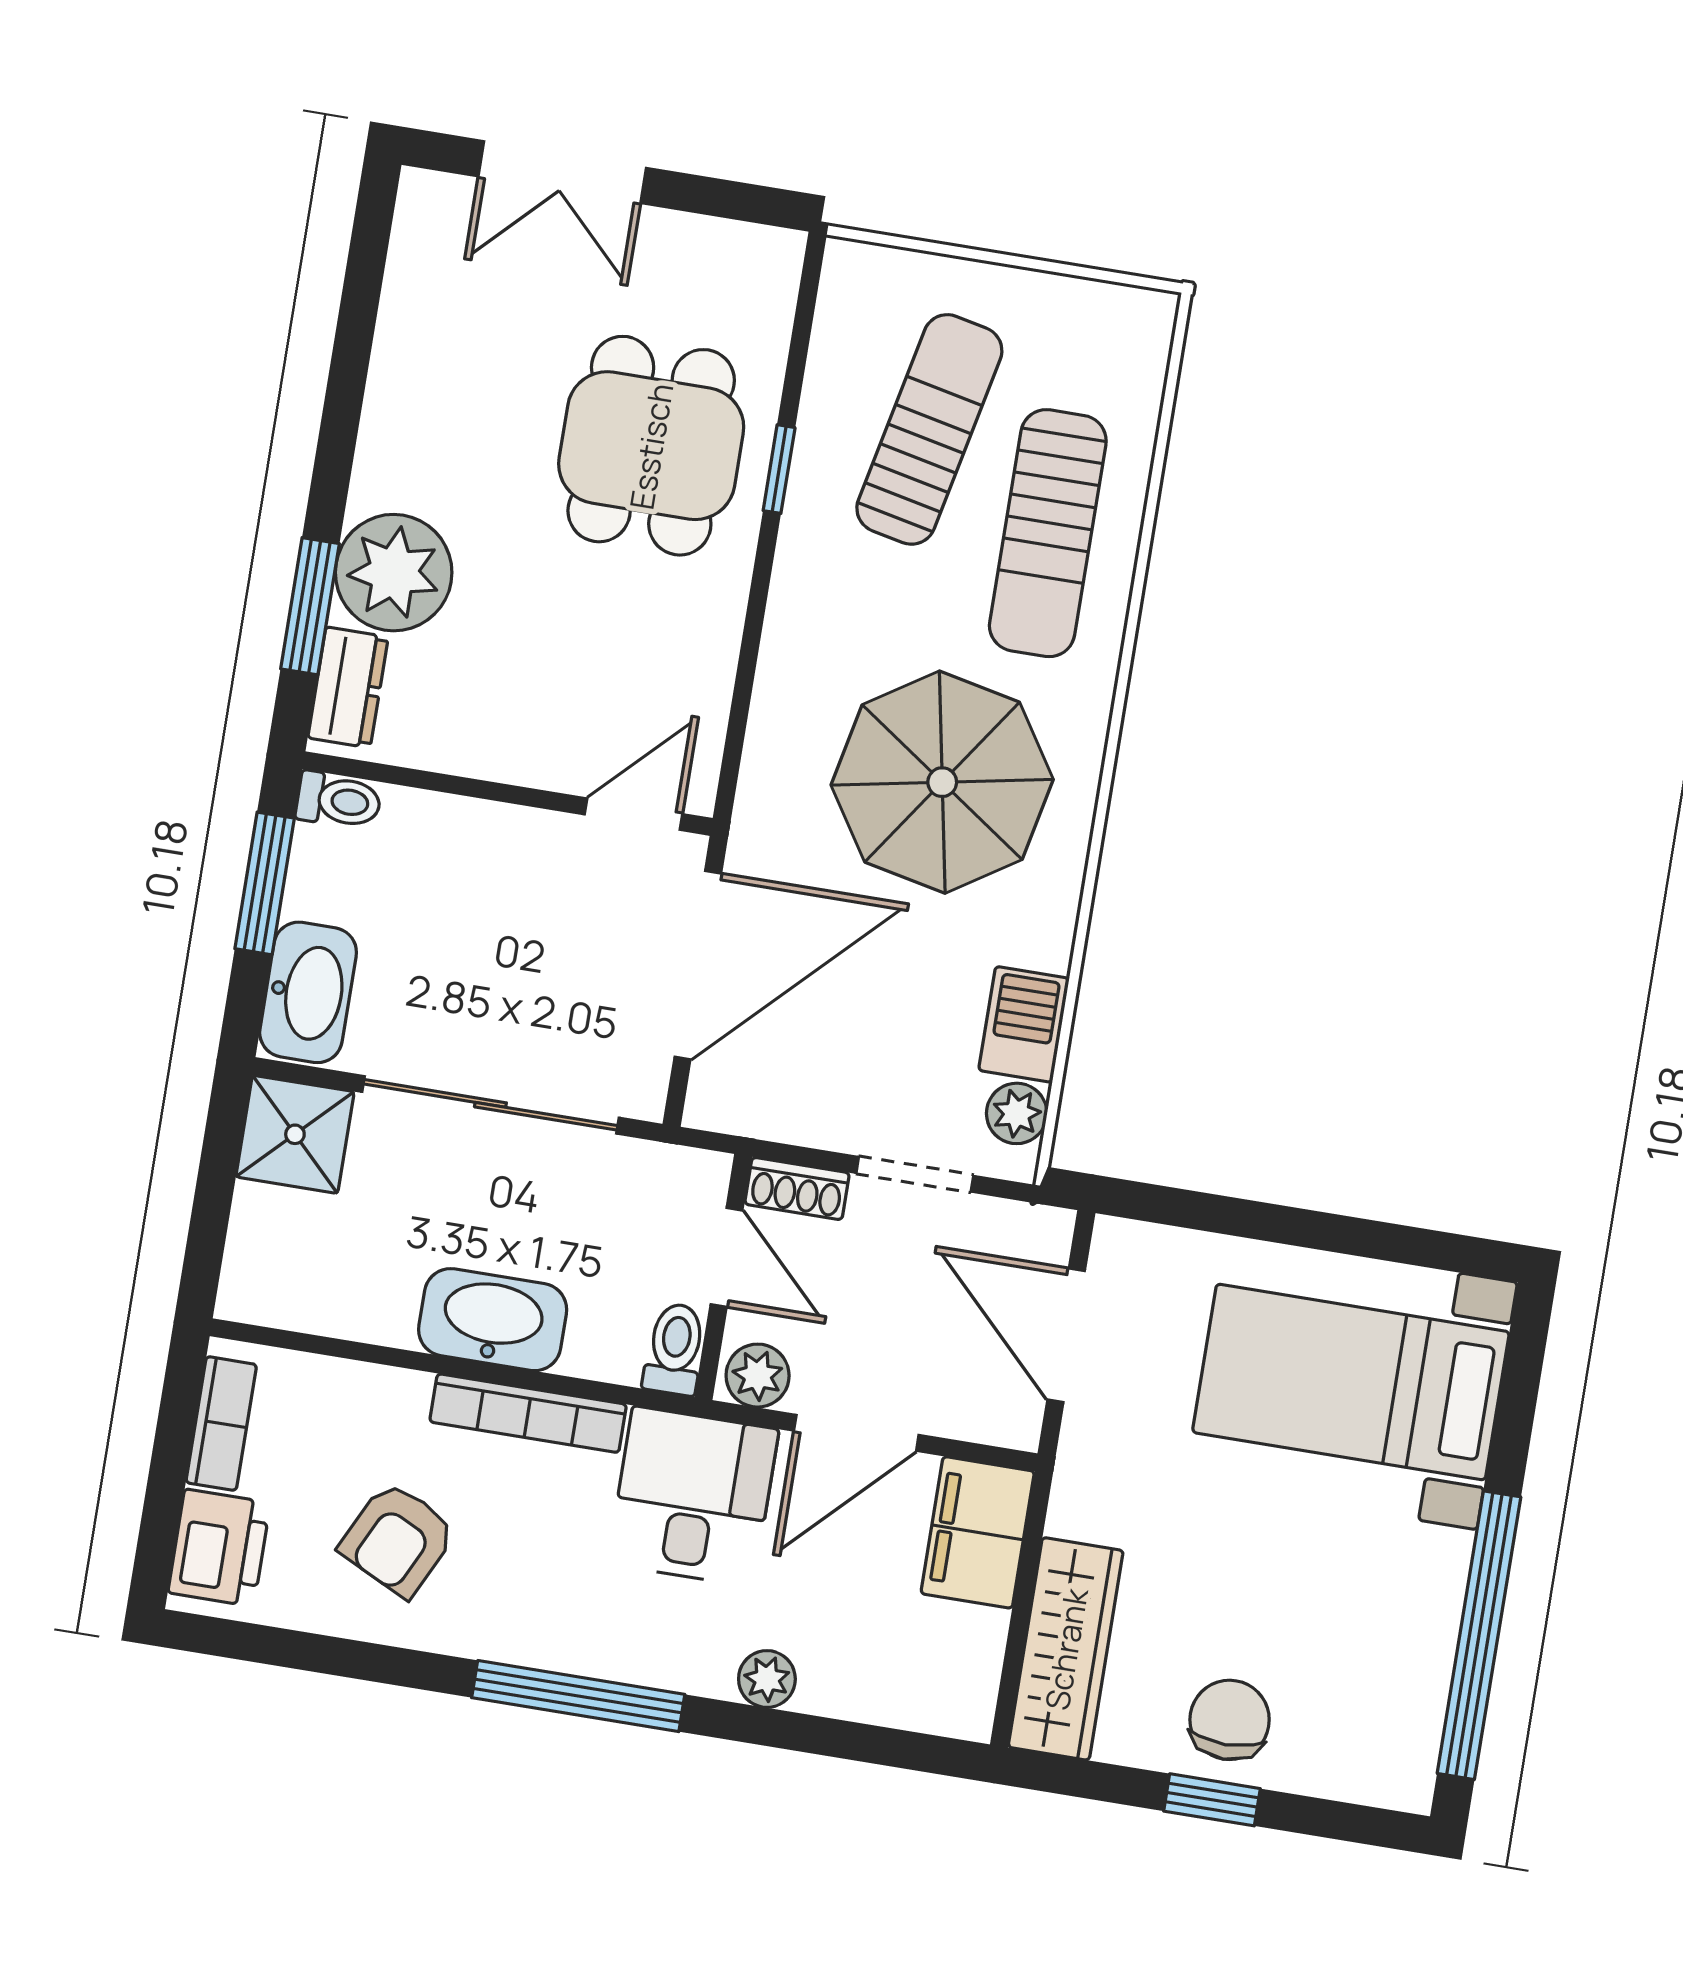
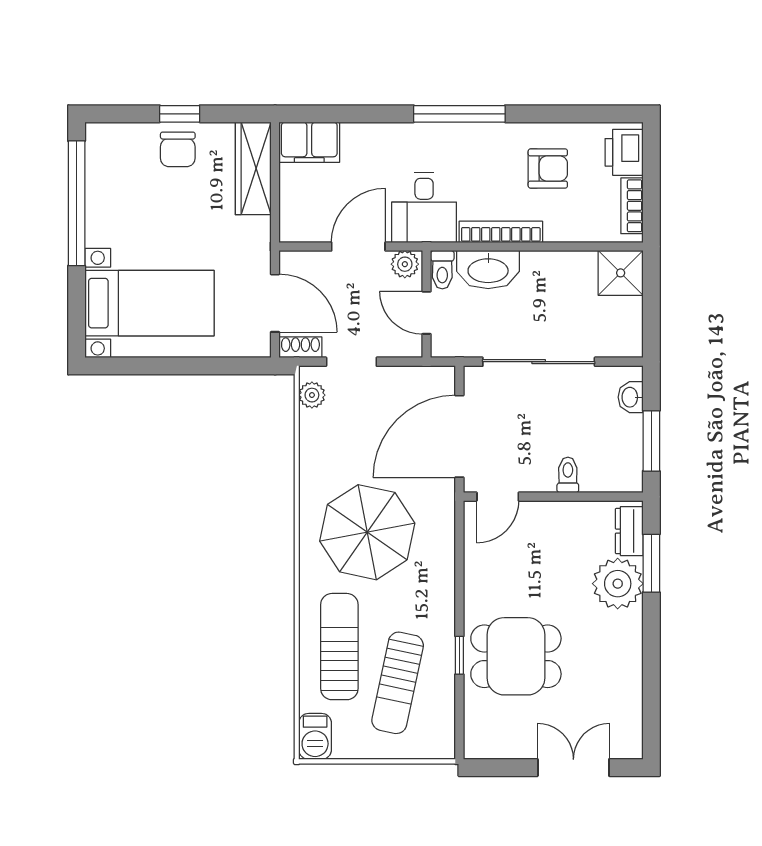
dining table: (651, 446) -> (516, 656), turned 90
toilet: (339, 800) -> (568, 475), moved, turned 90
washbasin: (308, 992) -> (631, 397), width x0.52, depth x0.69
barbecue: (1024, 1024) -> (315, 736), moved
shower: (295, 1134) -> (621, 273), moved
shoe rack: (797, 1189) -> (300, 347), moved
washbasin: (493, 1320) -> (488, 270), moved
filing cabinet: (978, 1532) -> (309, 142), moved, turned 90
armchair: (398, 1539) -> (548, 168), turned 64
plant: (767, 1679) -> (379, 134), removed

